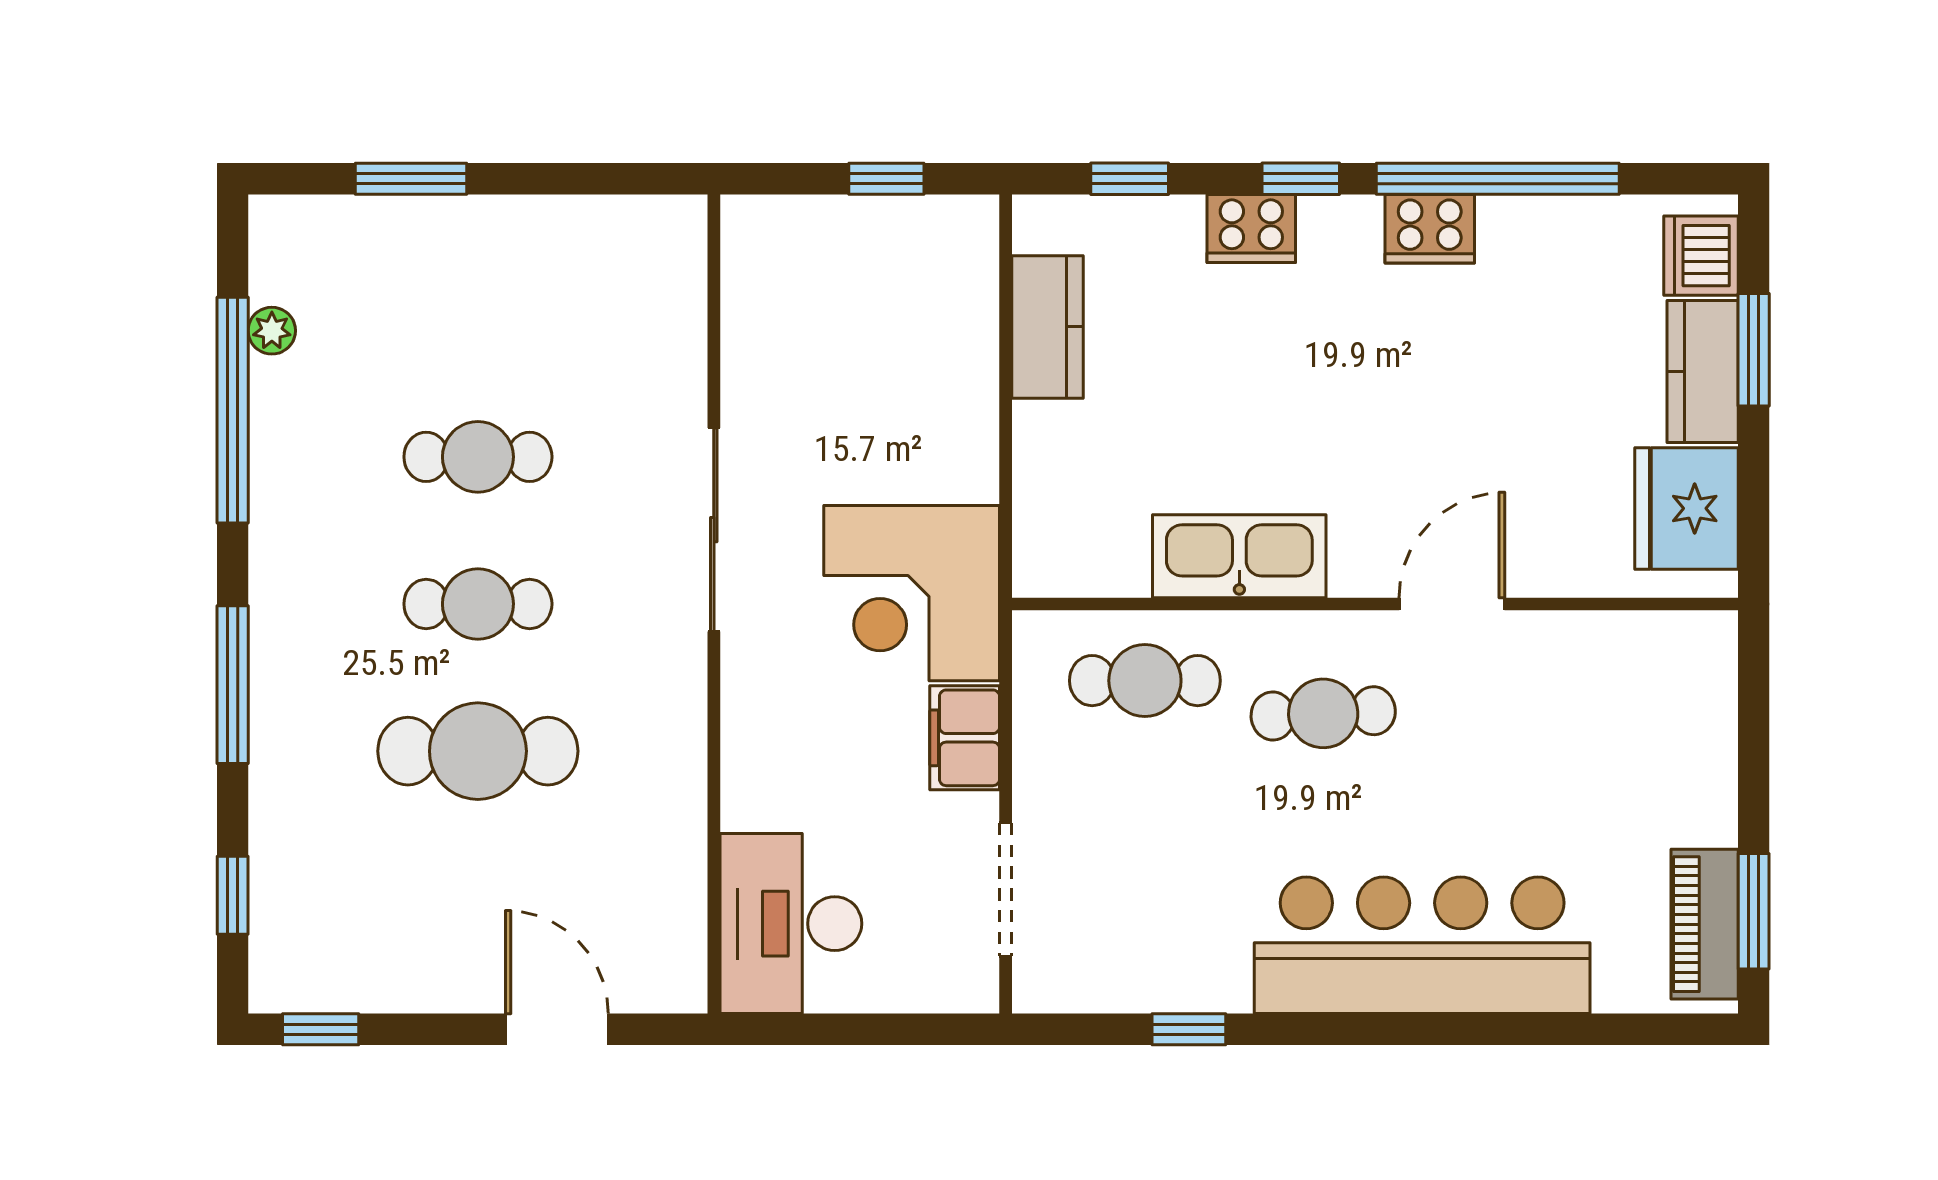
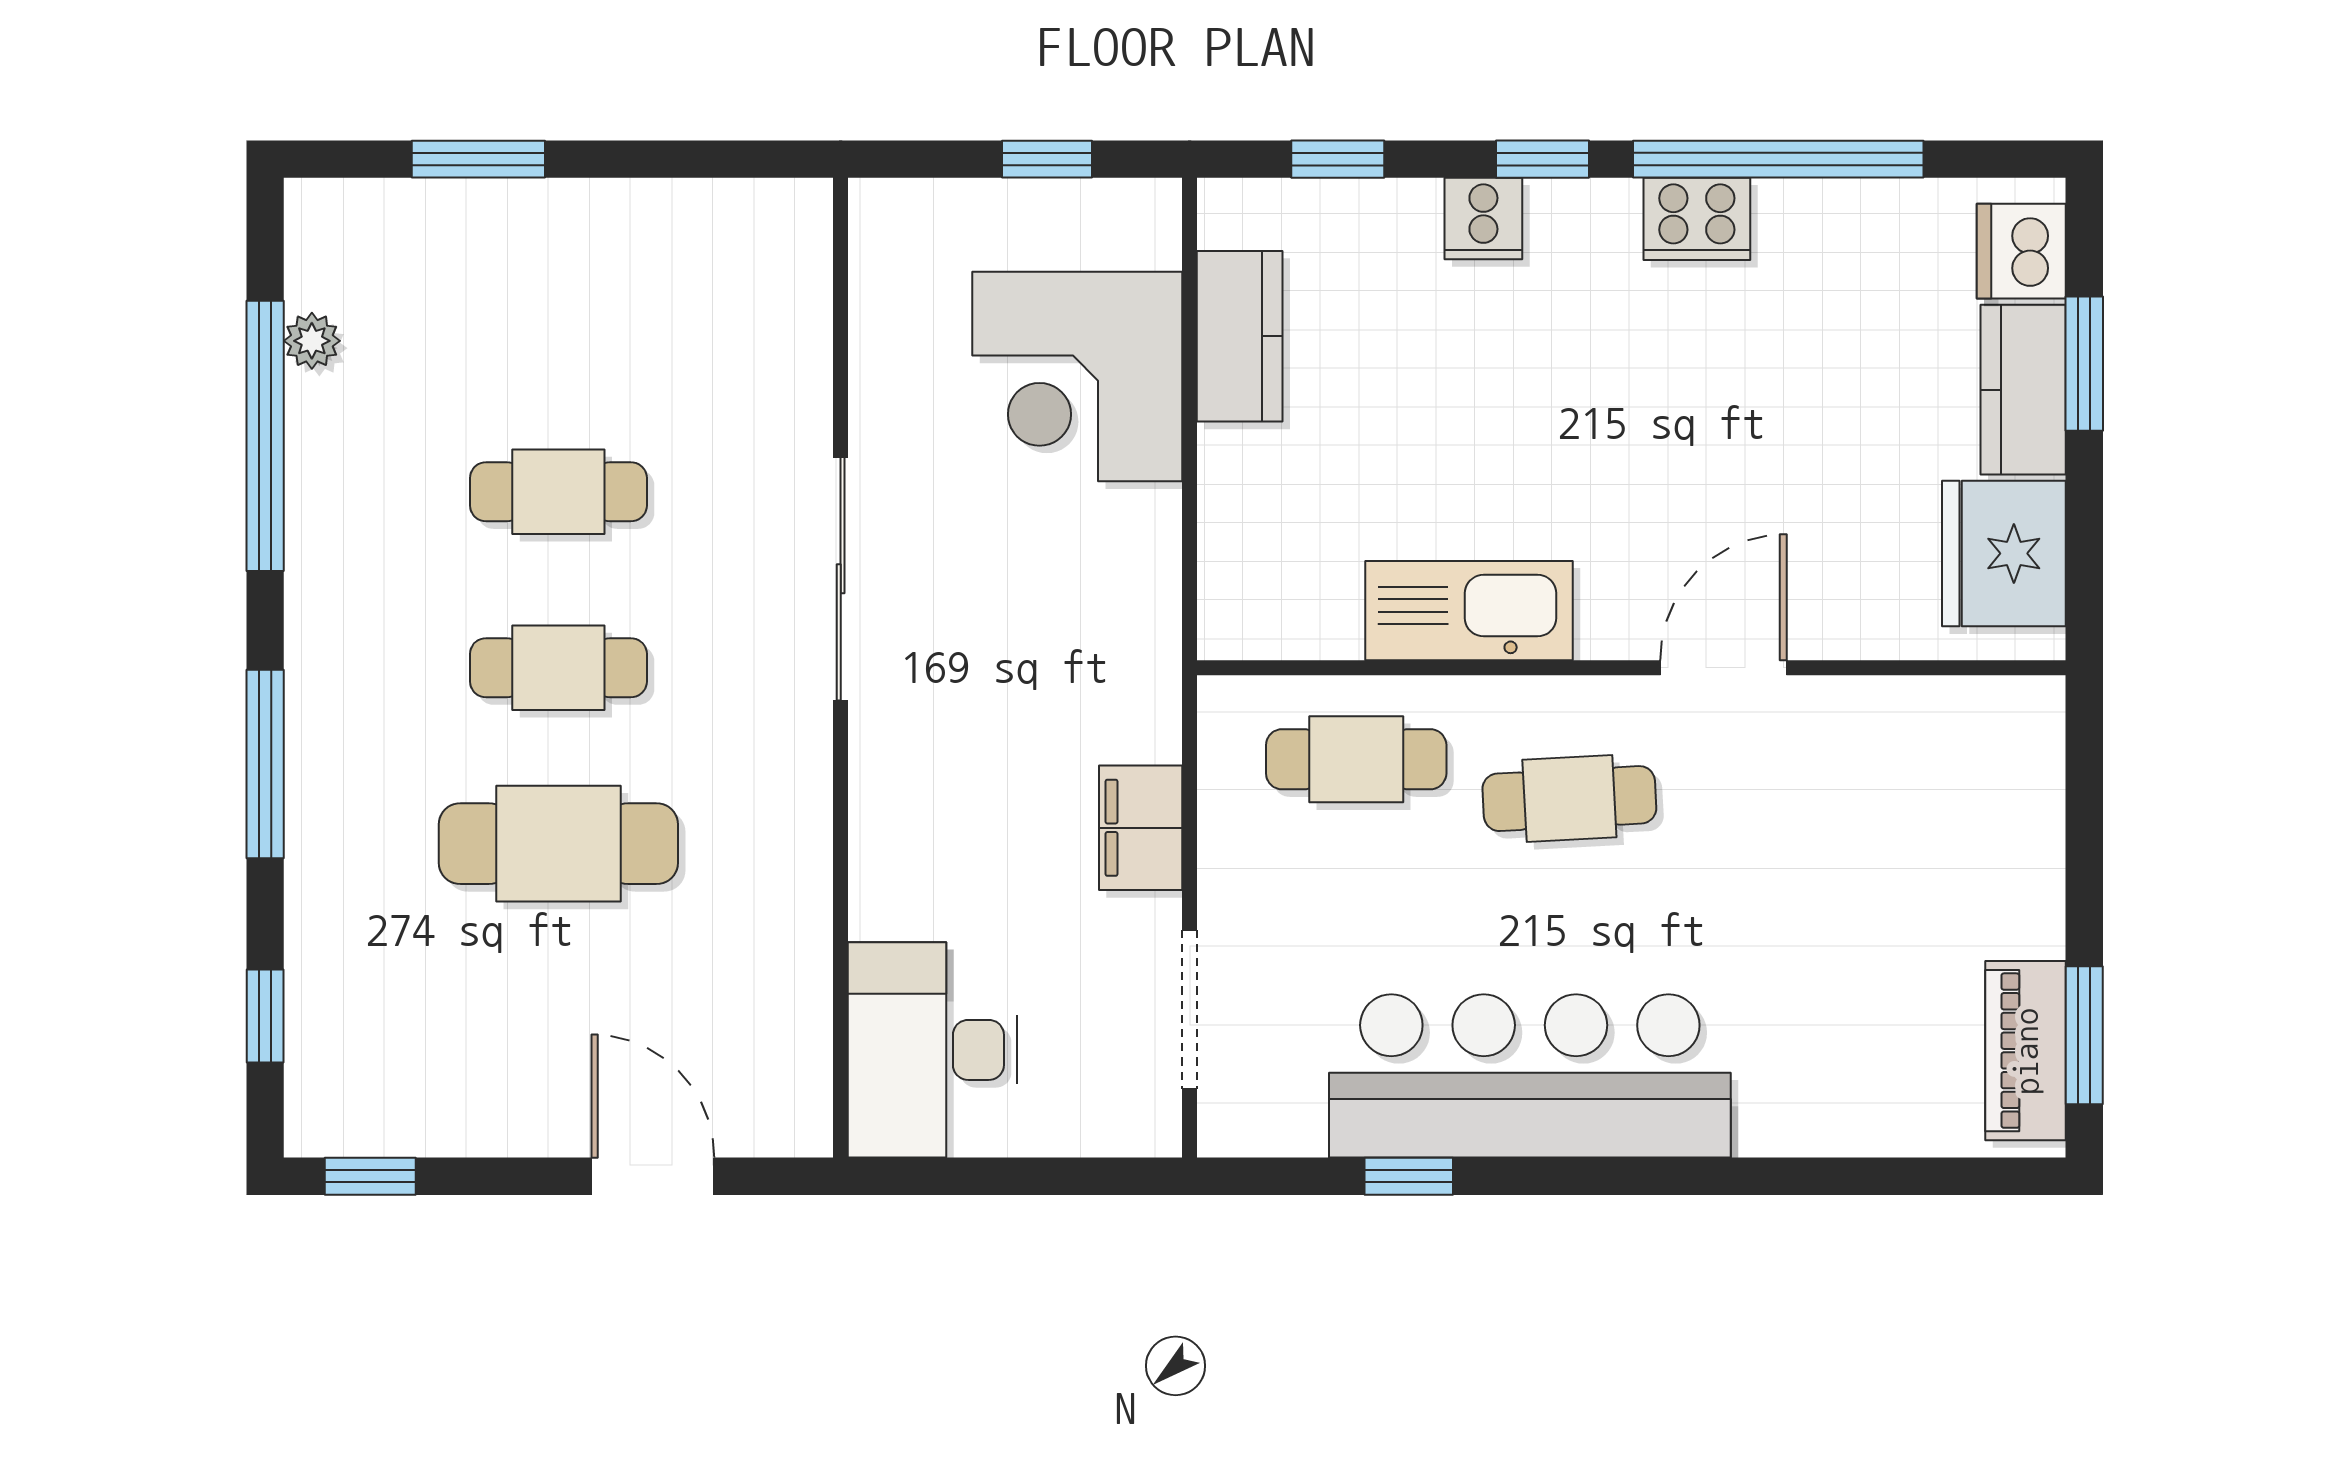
cooker: (1251, 228) -> (1483, 218), width x0.73
corner desk: (912, 593) -> (1077, 377), moved
bar counter: (1422, 945) -> (1530, 1076), moved

